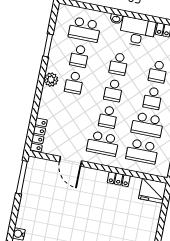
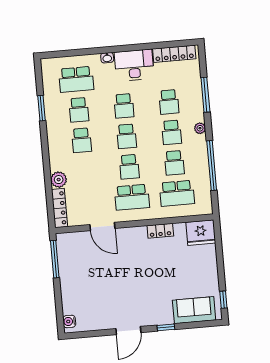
plant: (51, 80) -> (59, 180), moved
school desk: (147, 125) -> (174, 163), width x0.54

